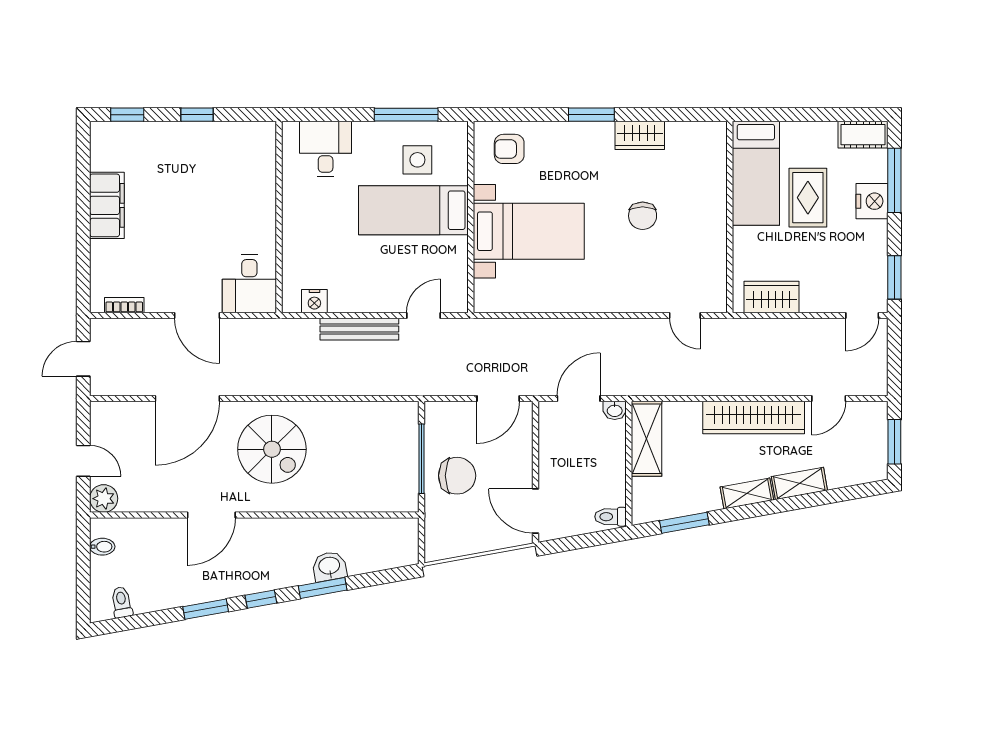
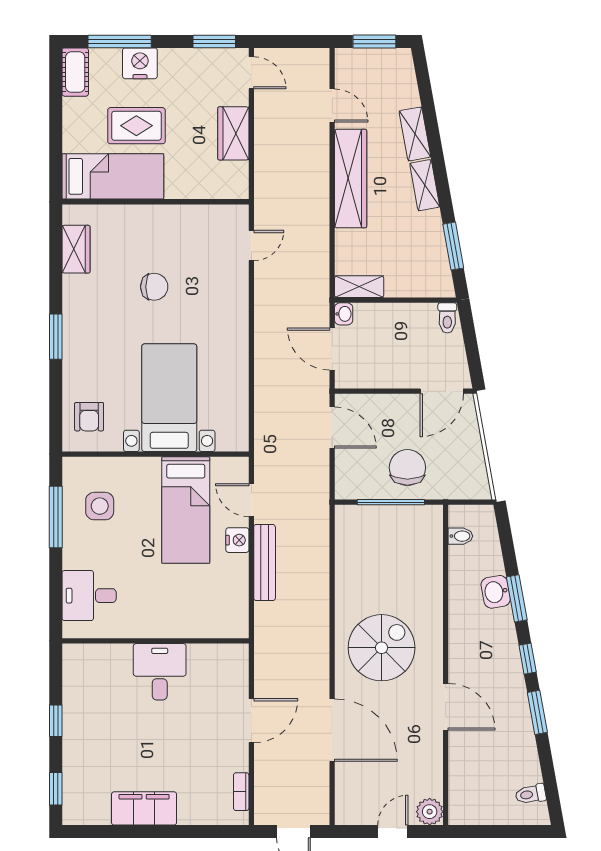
wardrobe: (640, 135) -> (76, 249), moved
bed: (413, 210) -> (186, 510), moved
desk: (249, 284) -> (160, 672), moved, turned -90
wardrobe: (772, 297) -> (233, 133), moved
nightstand: (314, 301) -> (237, 540), moved
shelving: (646, 439) -> (359, 287), width x0.67, depth x0.75
bidet: (102, 547) -> (460, 536), moved, turned 90

